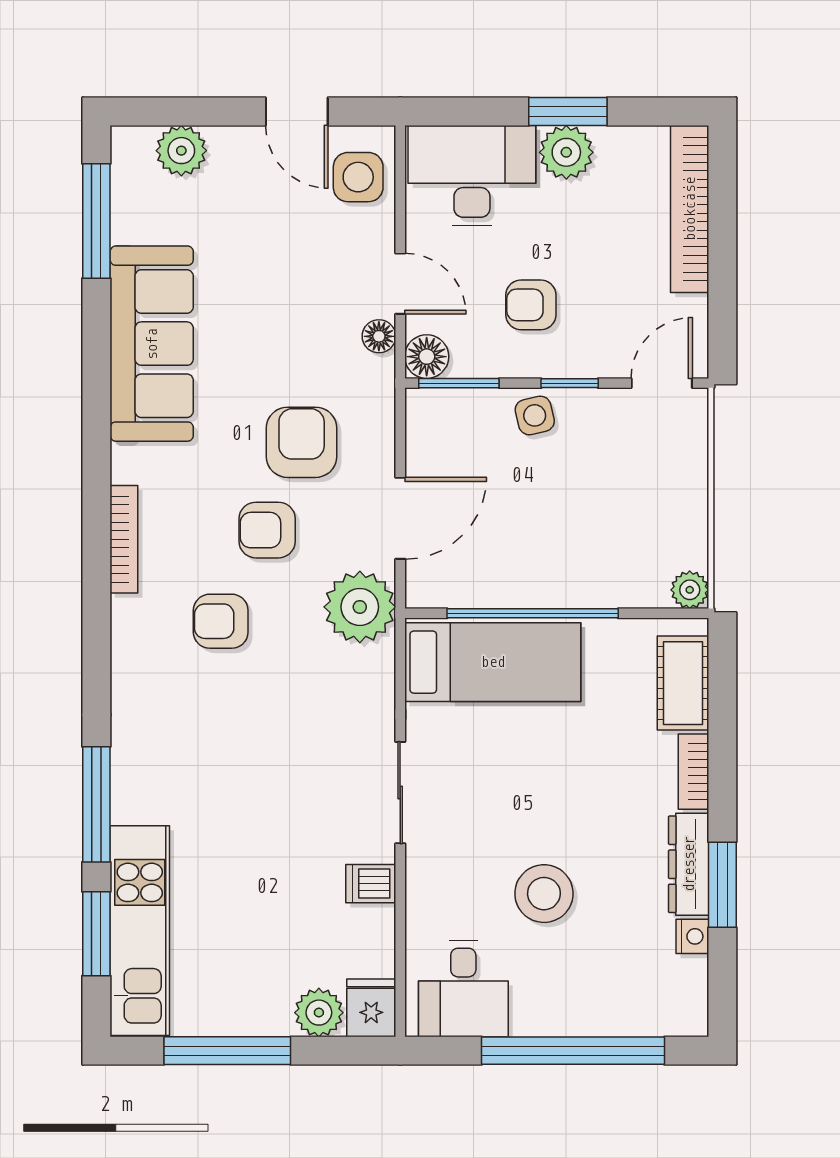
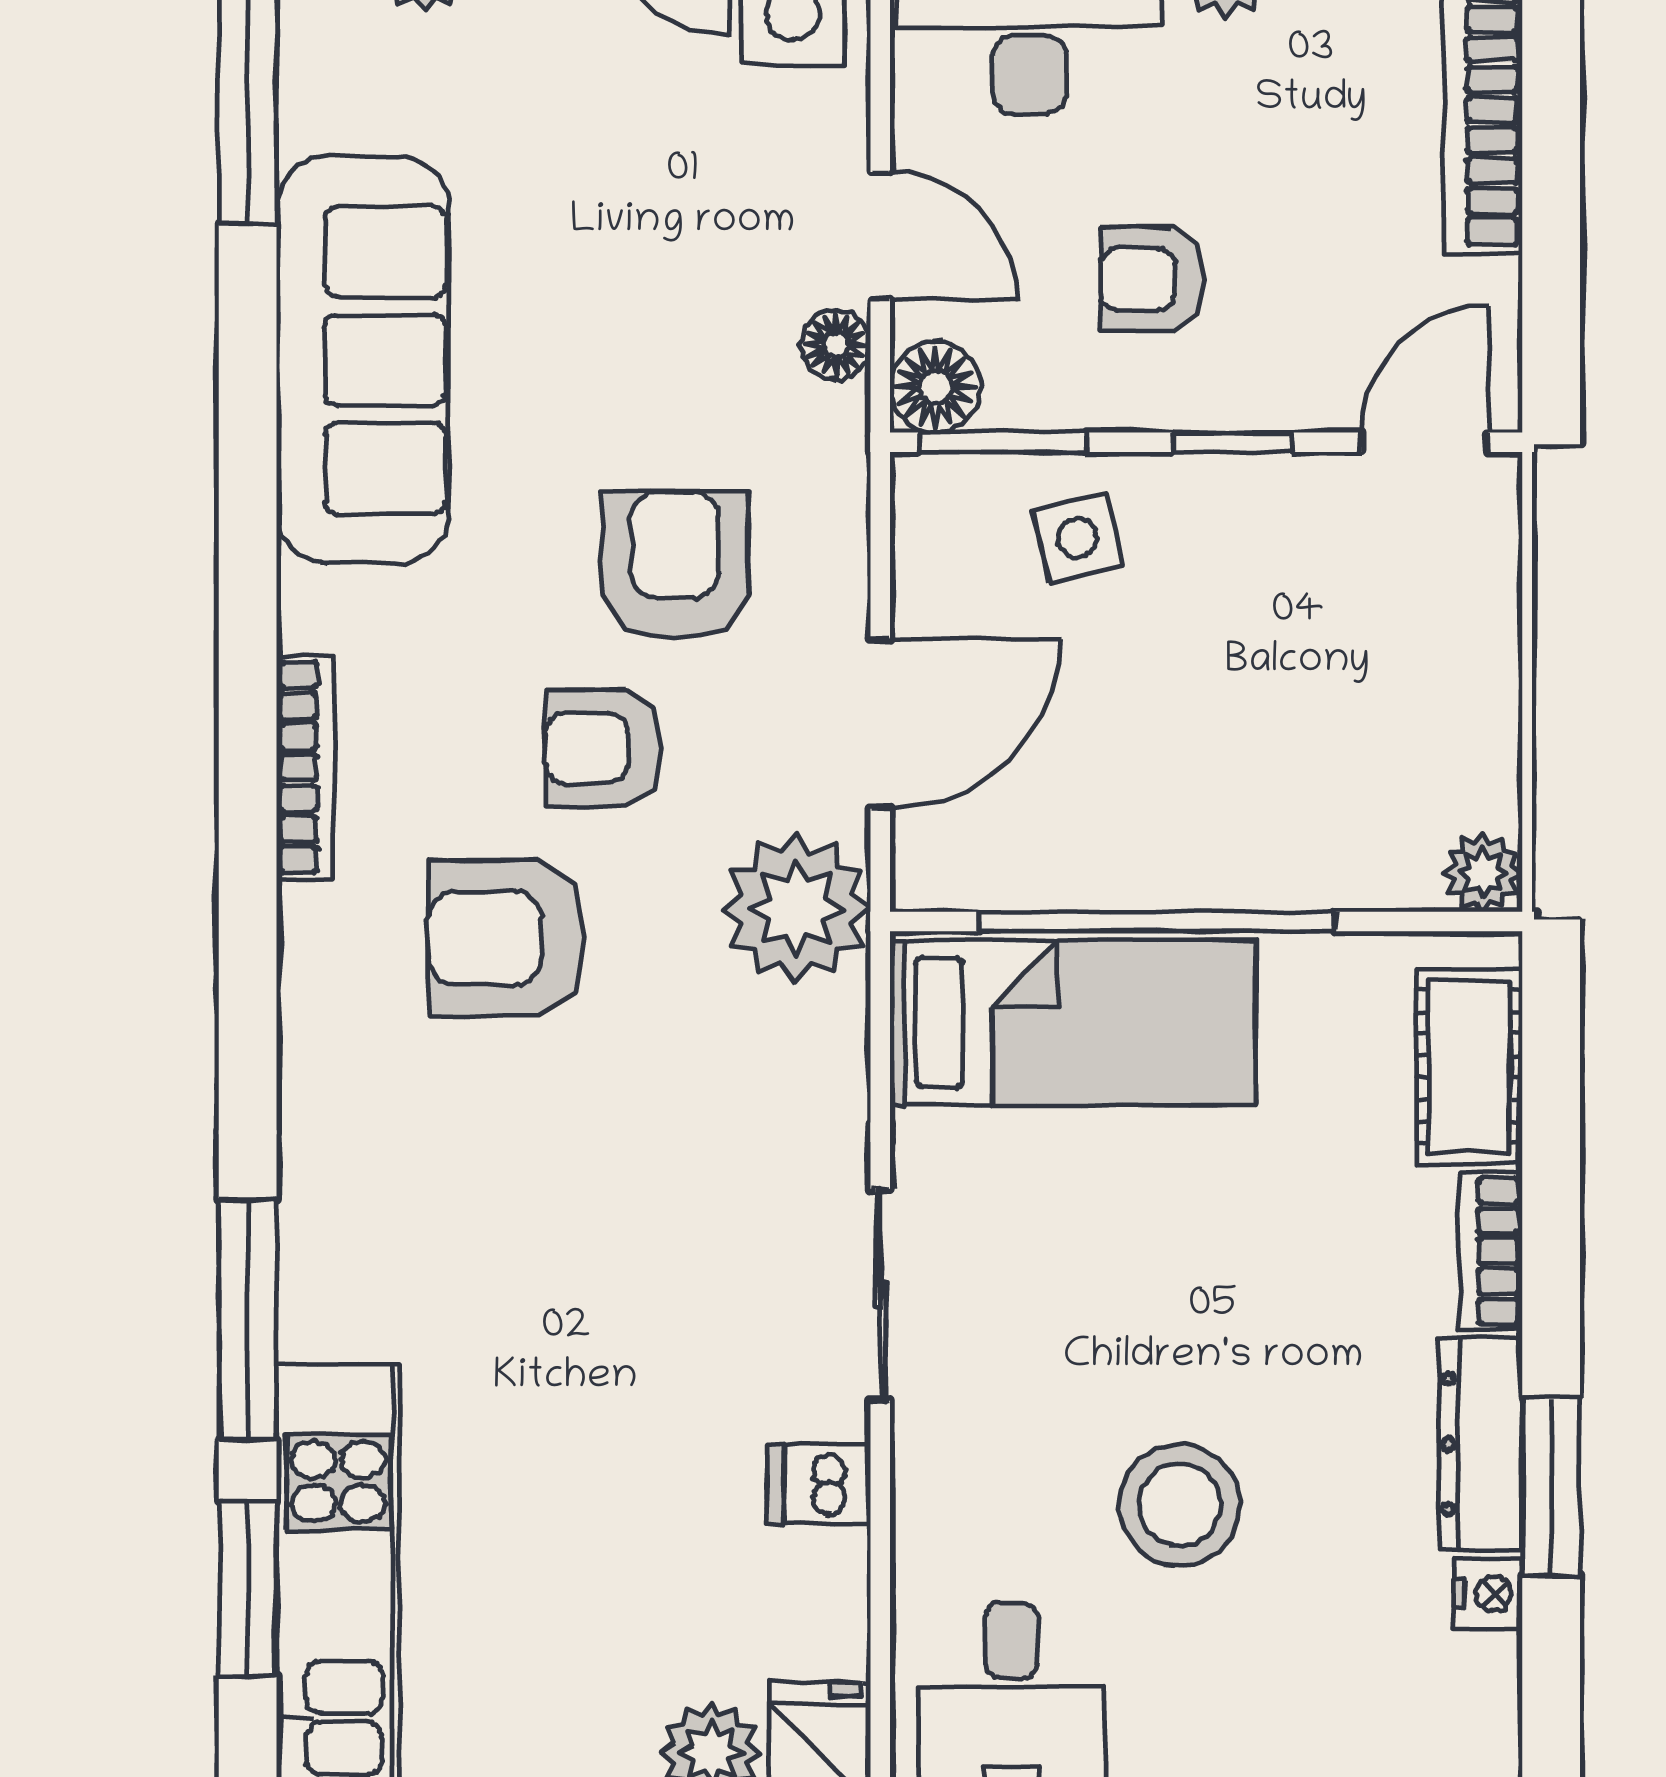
side table: (535, 415) -> (1077, 538), moved
armchair: (221, 621) -> (507, 938), width x1.38, depth x1.38

